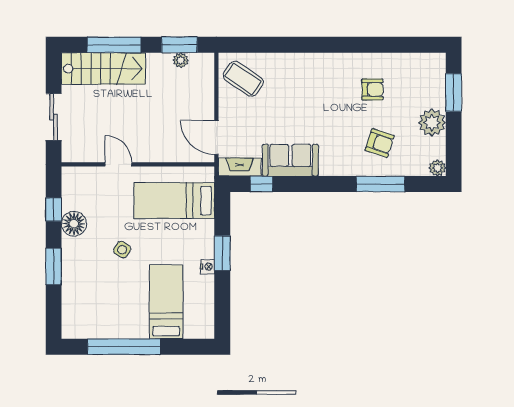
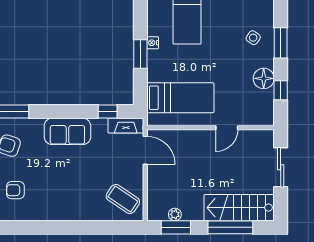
sofa: (290, 160) -> (67, 131), moved
door: (118, 164) -> (227, 128), hinge flipped
side table: (122, 250) -> (253, 38), moved

